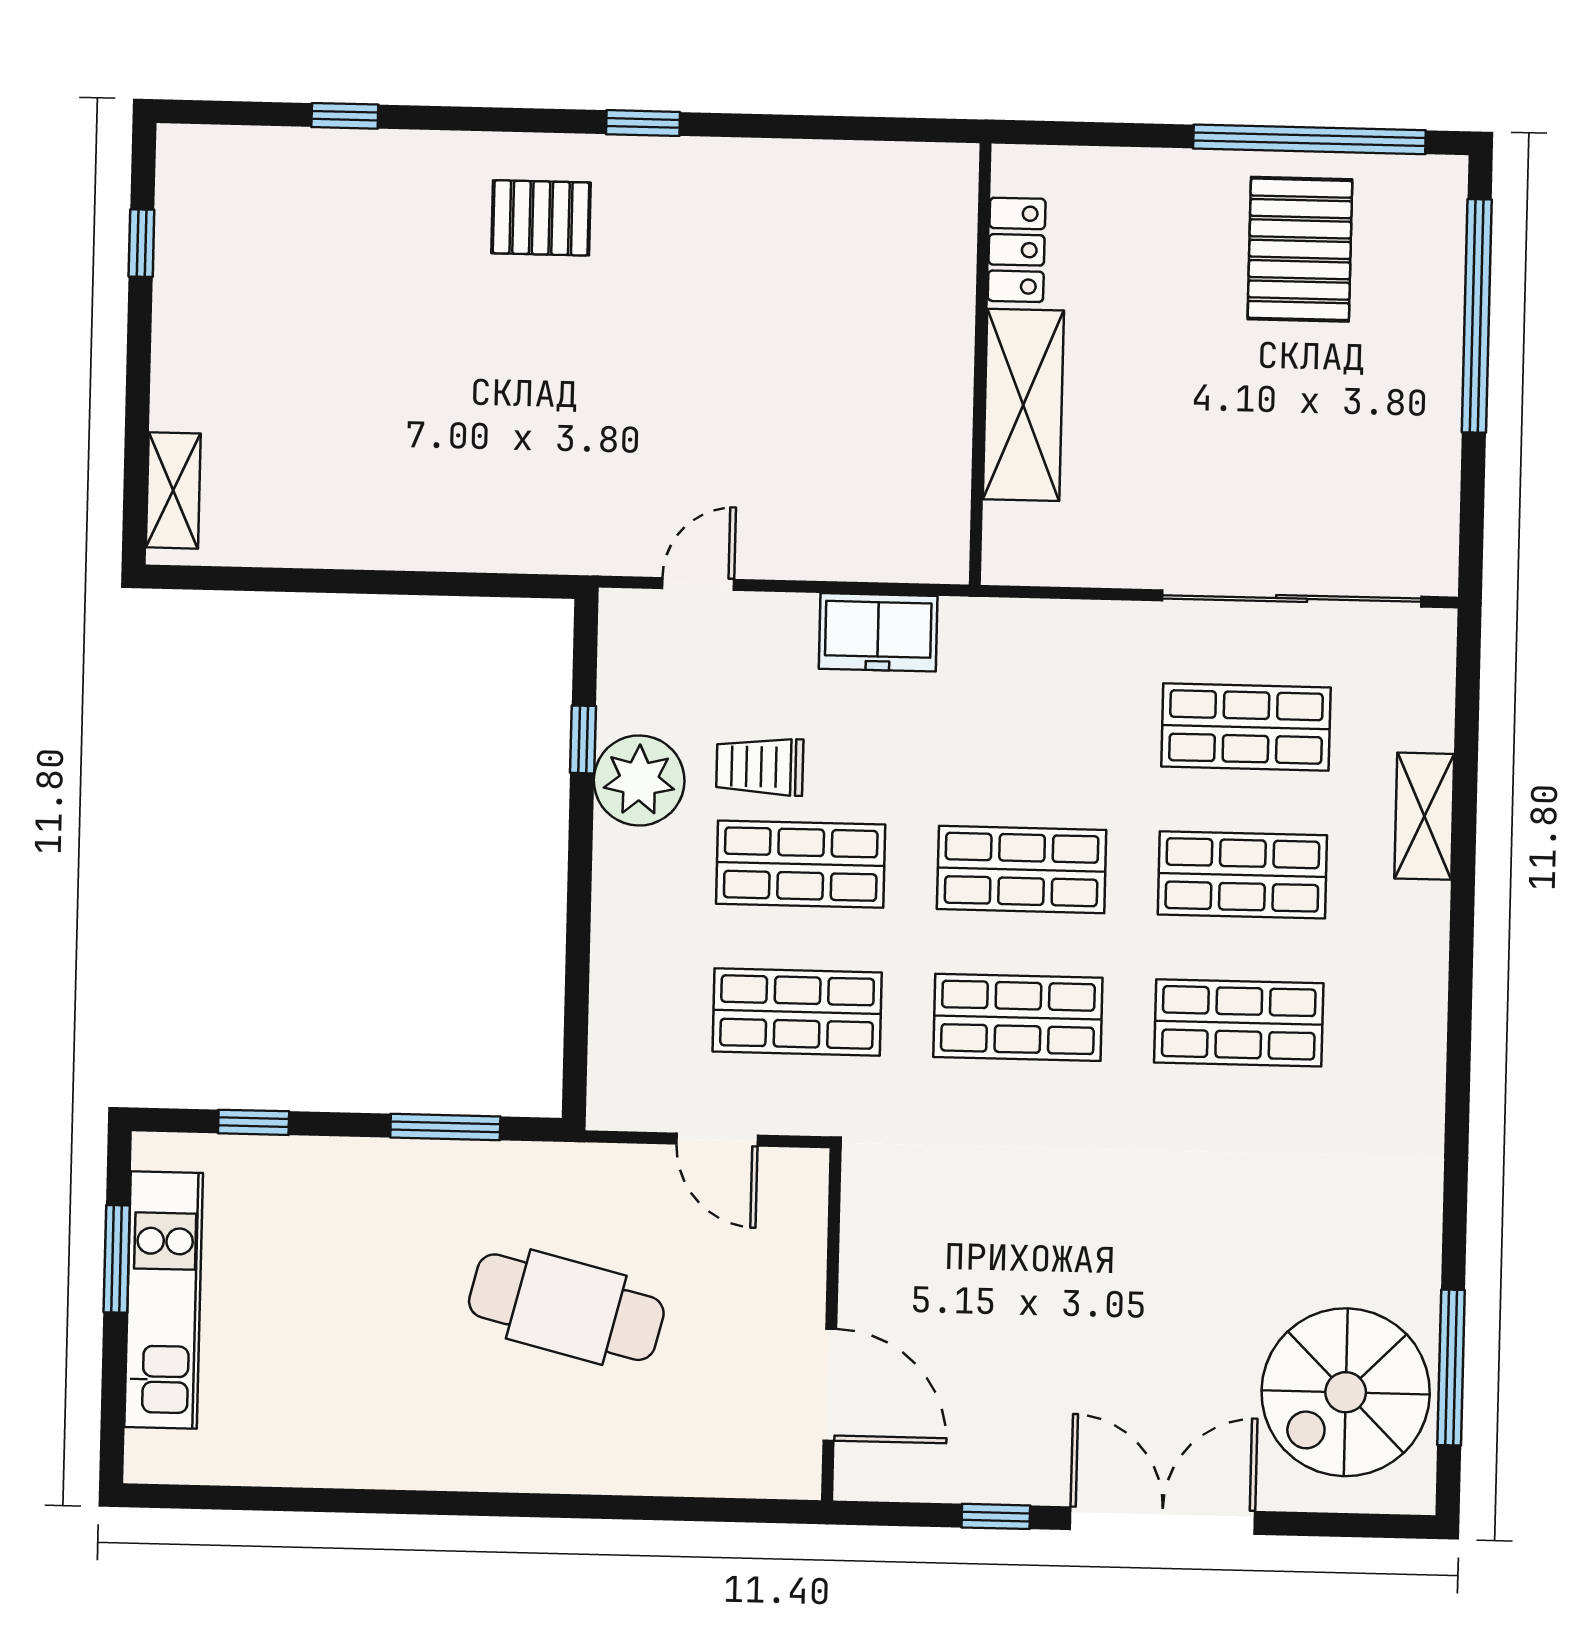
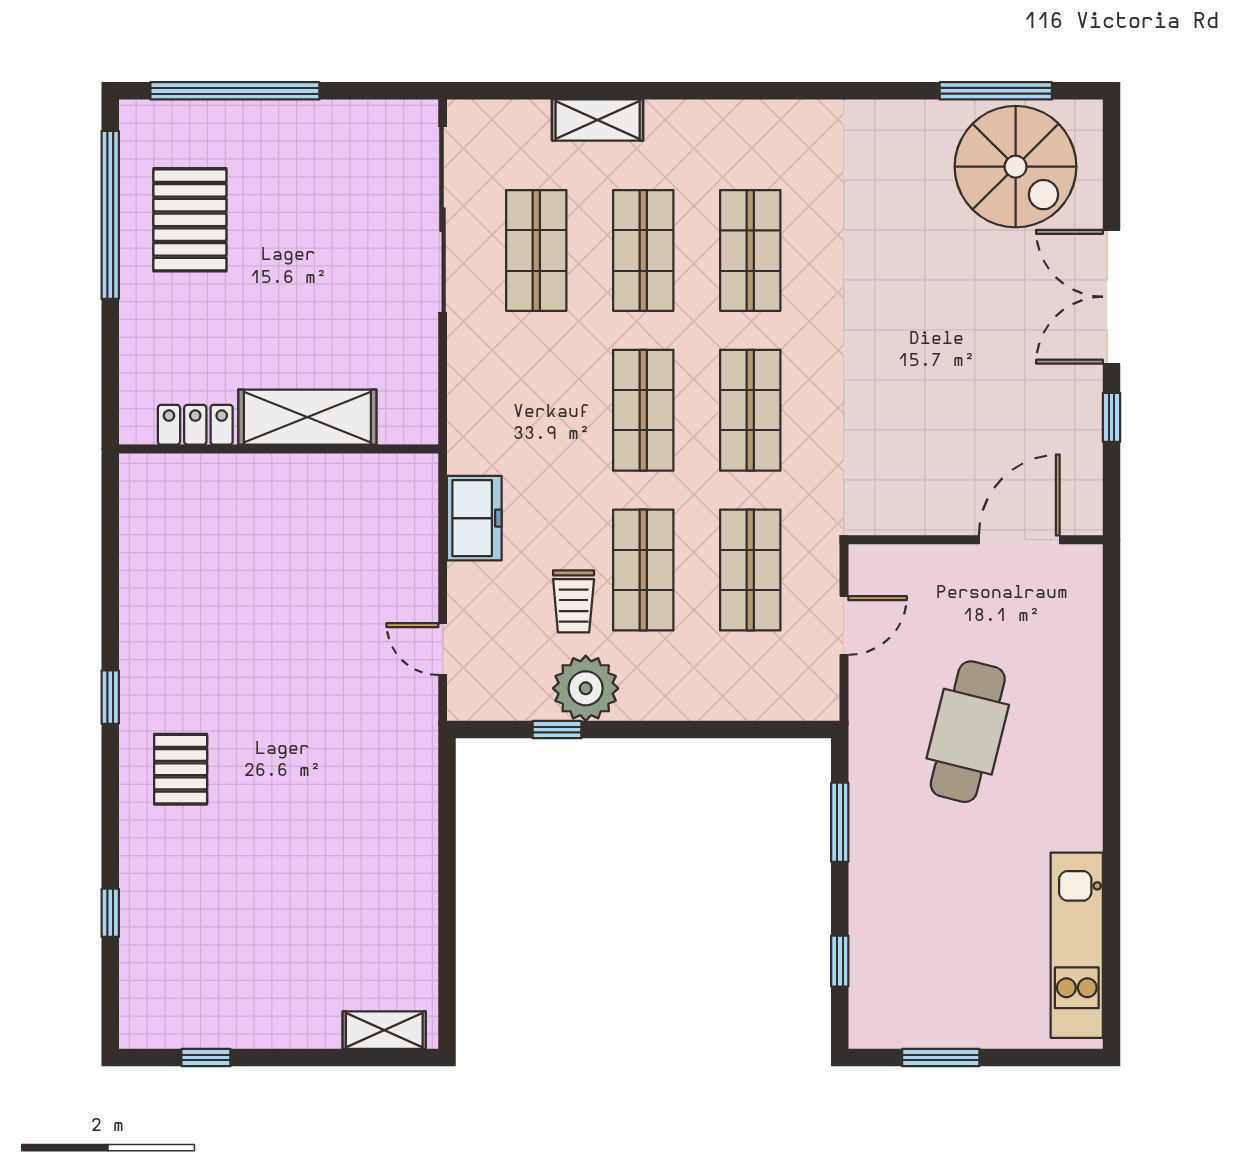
pallet: (1300, 249) -> (190, 220), turned 90
kitchen unit: (164, 1300) -> (1077, 945), moved, turned -90

